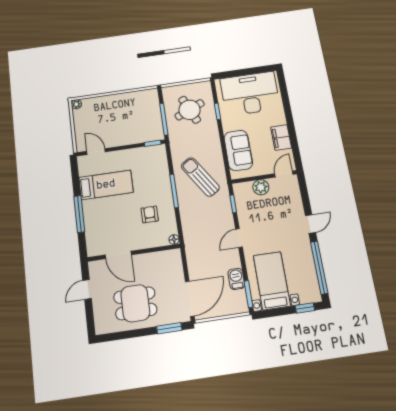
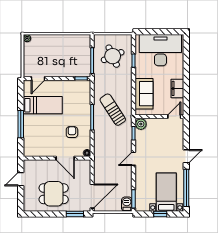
door: (96, 152) -> (38, 78), swing flipped
plant: (261, 187) -> (141, 124), moved
door: (118, 255) -> (65, 158), moved
barbecue: (236, 279) -> (127, 204), moved
bed with nightstands: (272, 281) -> (166, 192), moved
window: (305, 308) -> (160, 214), moved

